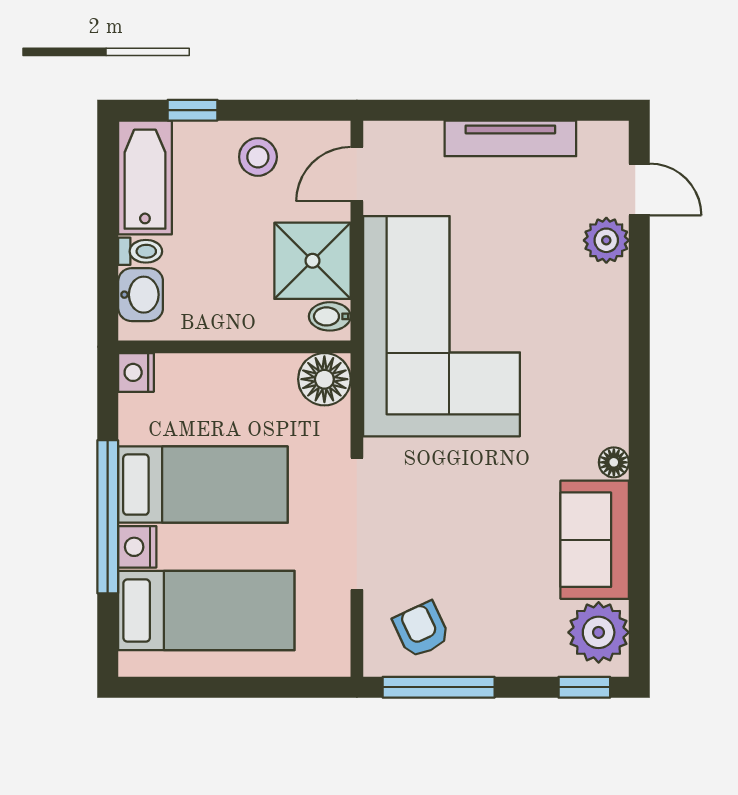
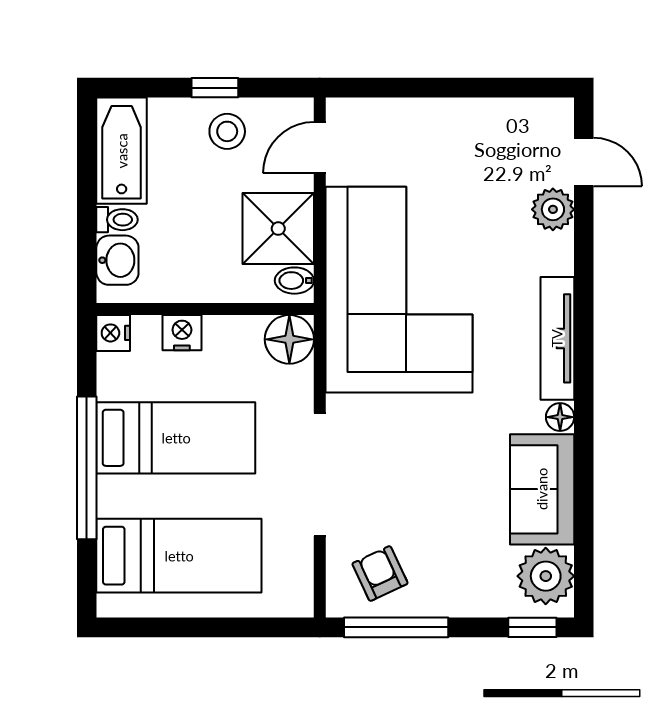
window: (193, 110) -> (215, 88), moved
tv unit: (510, 138) -> (557, 338), moved, turned 90
nightstand: (137, 547) -> (182, 333), moved, turned 90

